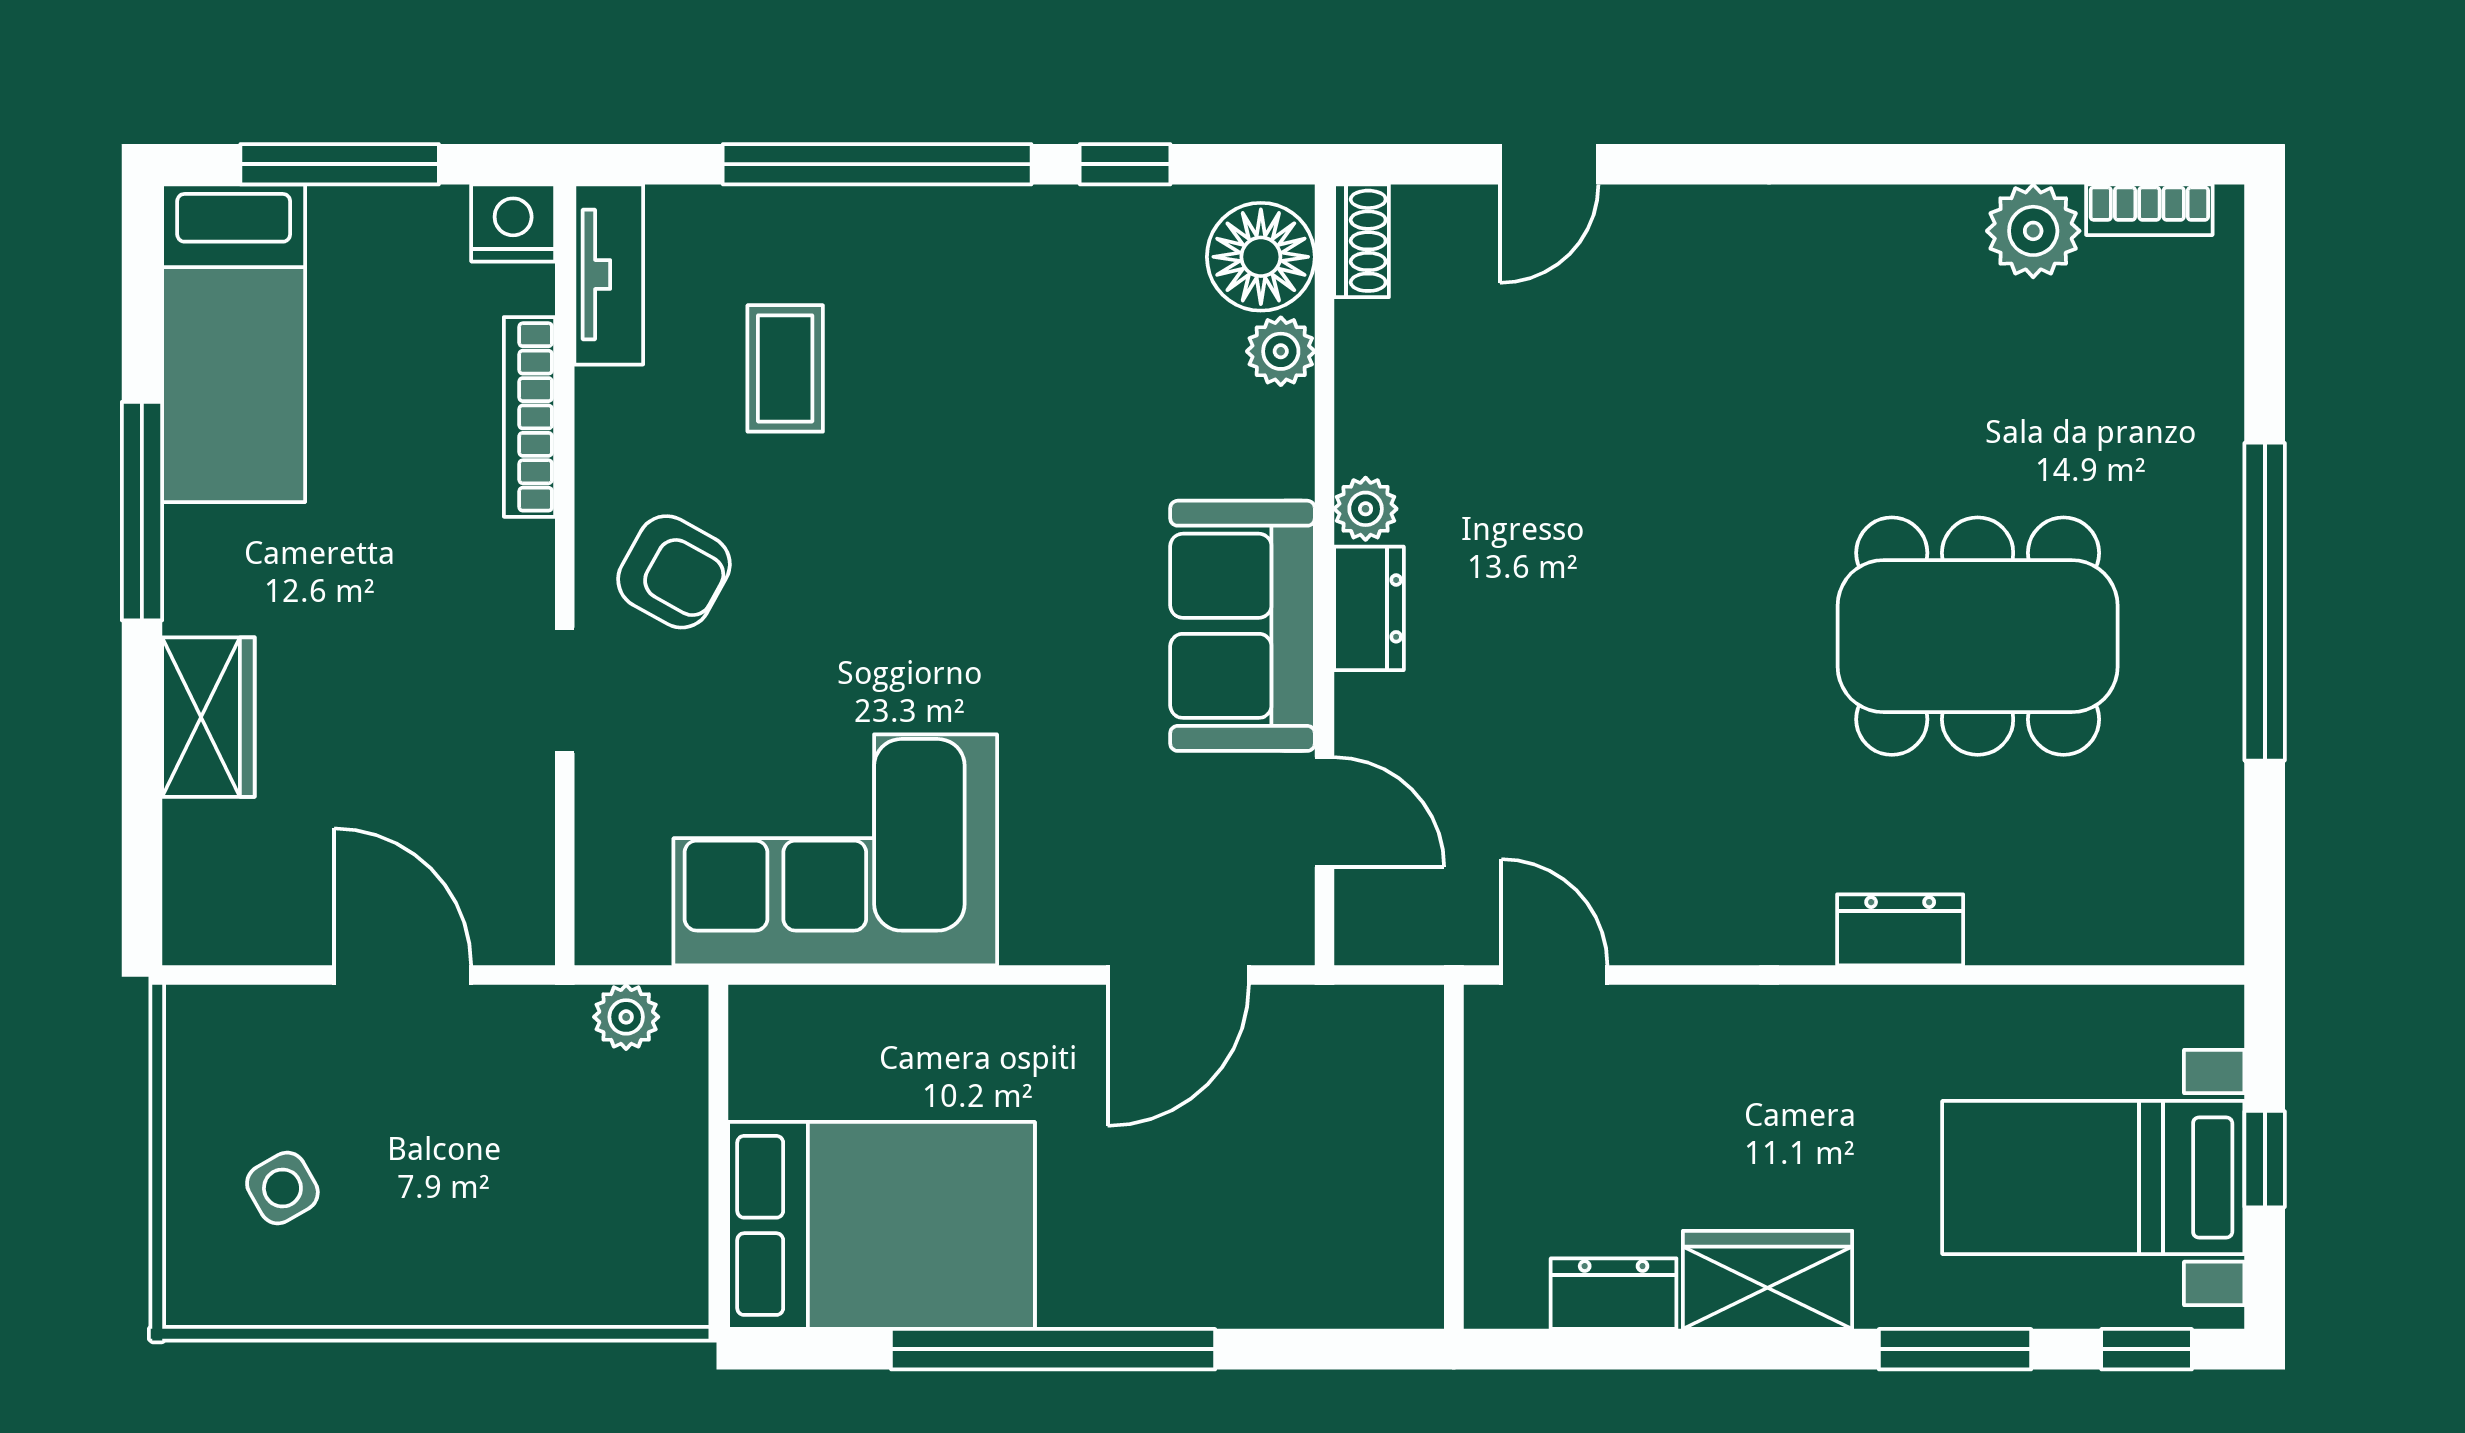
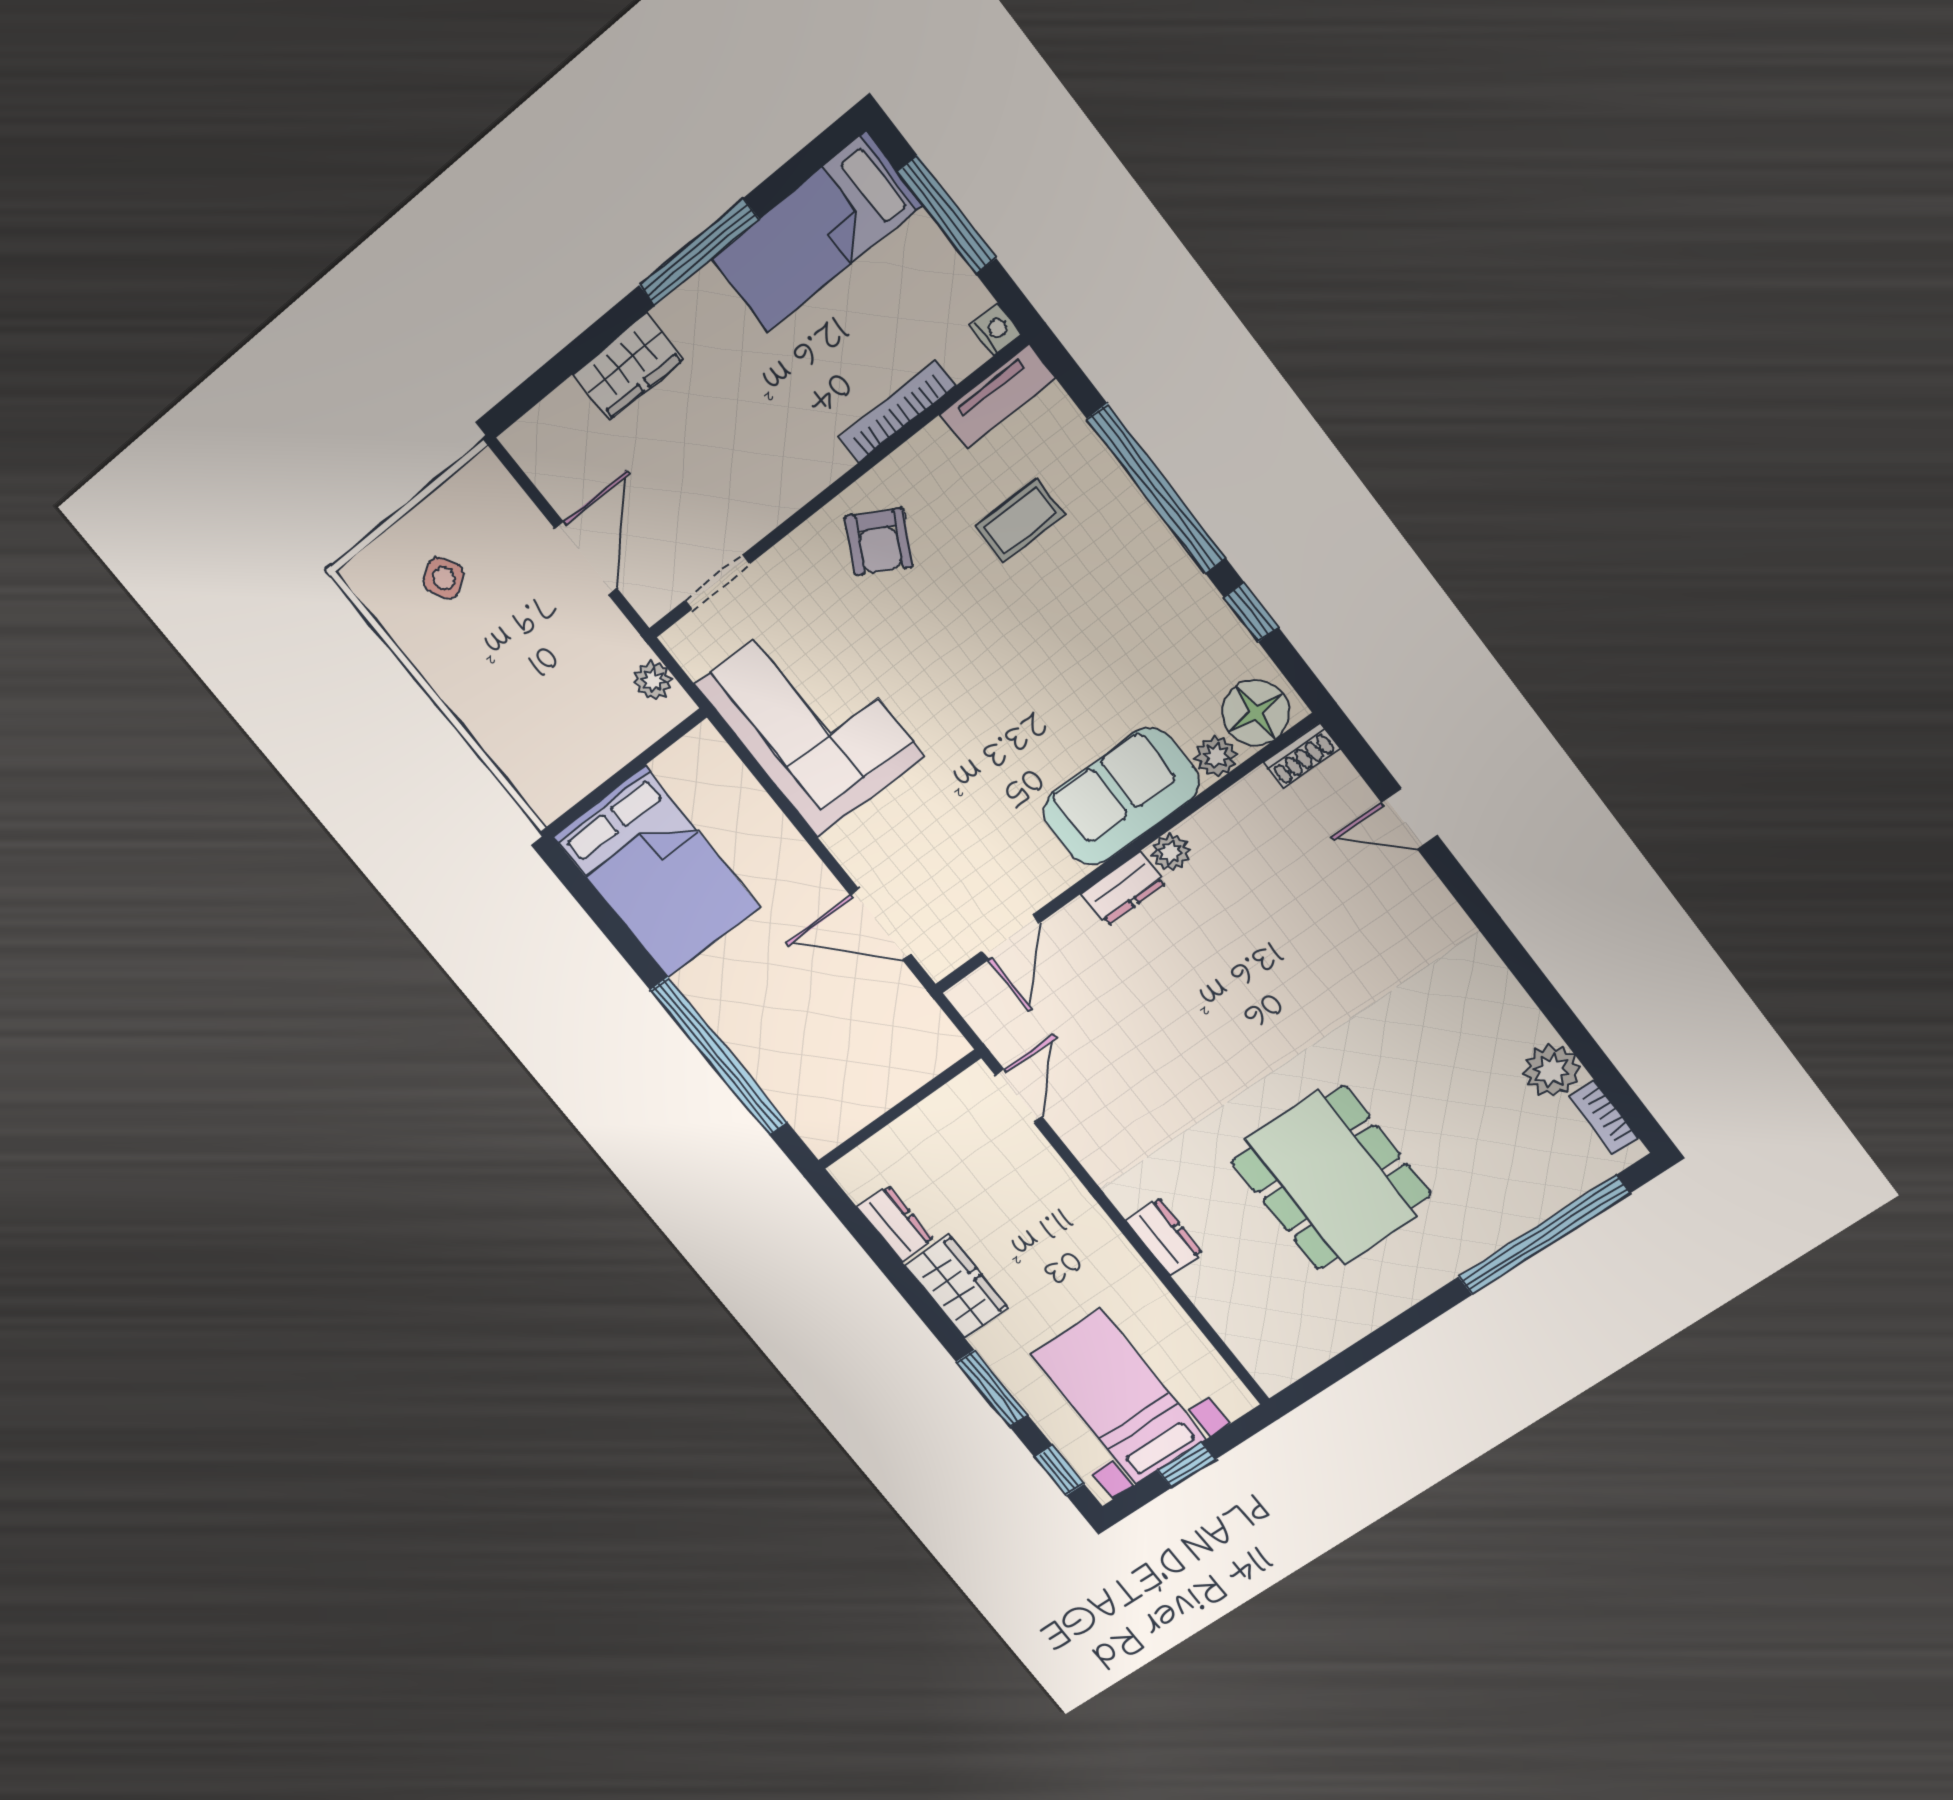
nightstand: (513, 223) -> (996, 330), width x0.72, depth x0.74
window: (2265, 602) -> (1544, 1235), moved
sofa: (1242, 626) -> (1121, 797), moved
doorway: (565, 690) -> (717, 582), moved
window: (1053, 1349) -> (719, 1056), moved

